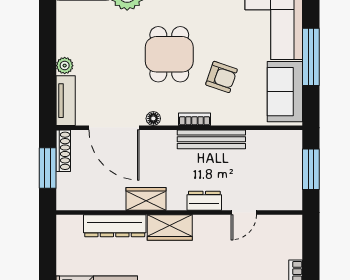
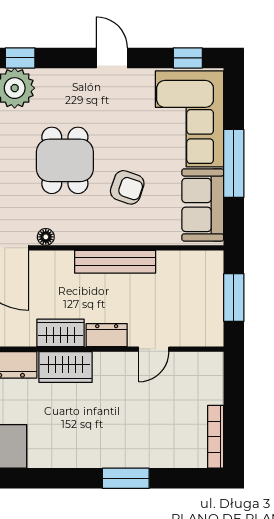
bookcase: (195, 119) -> (95, 238), removed
wardrobe: (146, 199) -> (61, 333), moved

